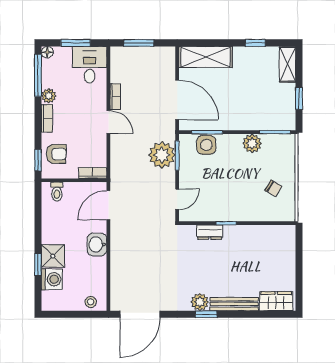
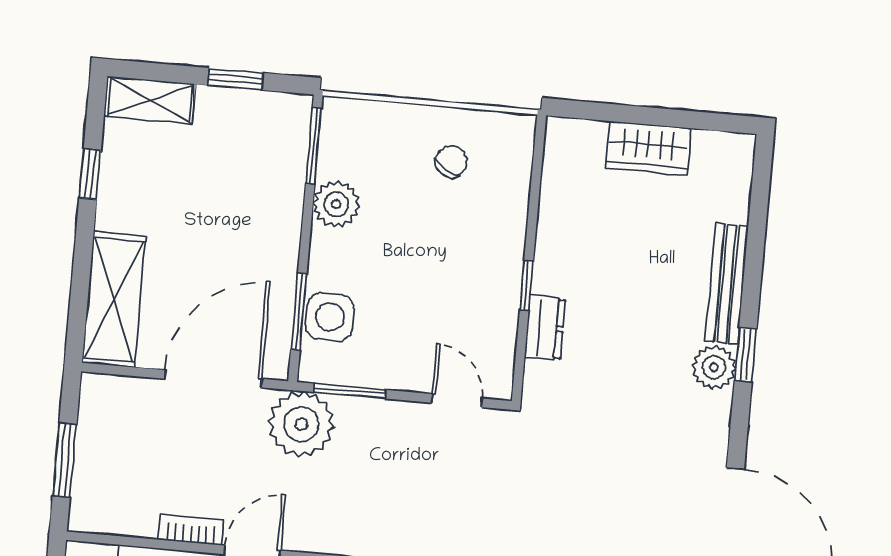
plant: (162, 155) -> (301, 424), moved
wardrobe: (276, 301) -> (648, 148), moved, turned -90

